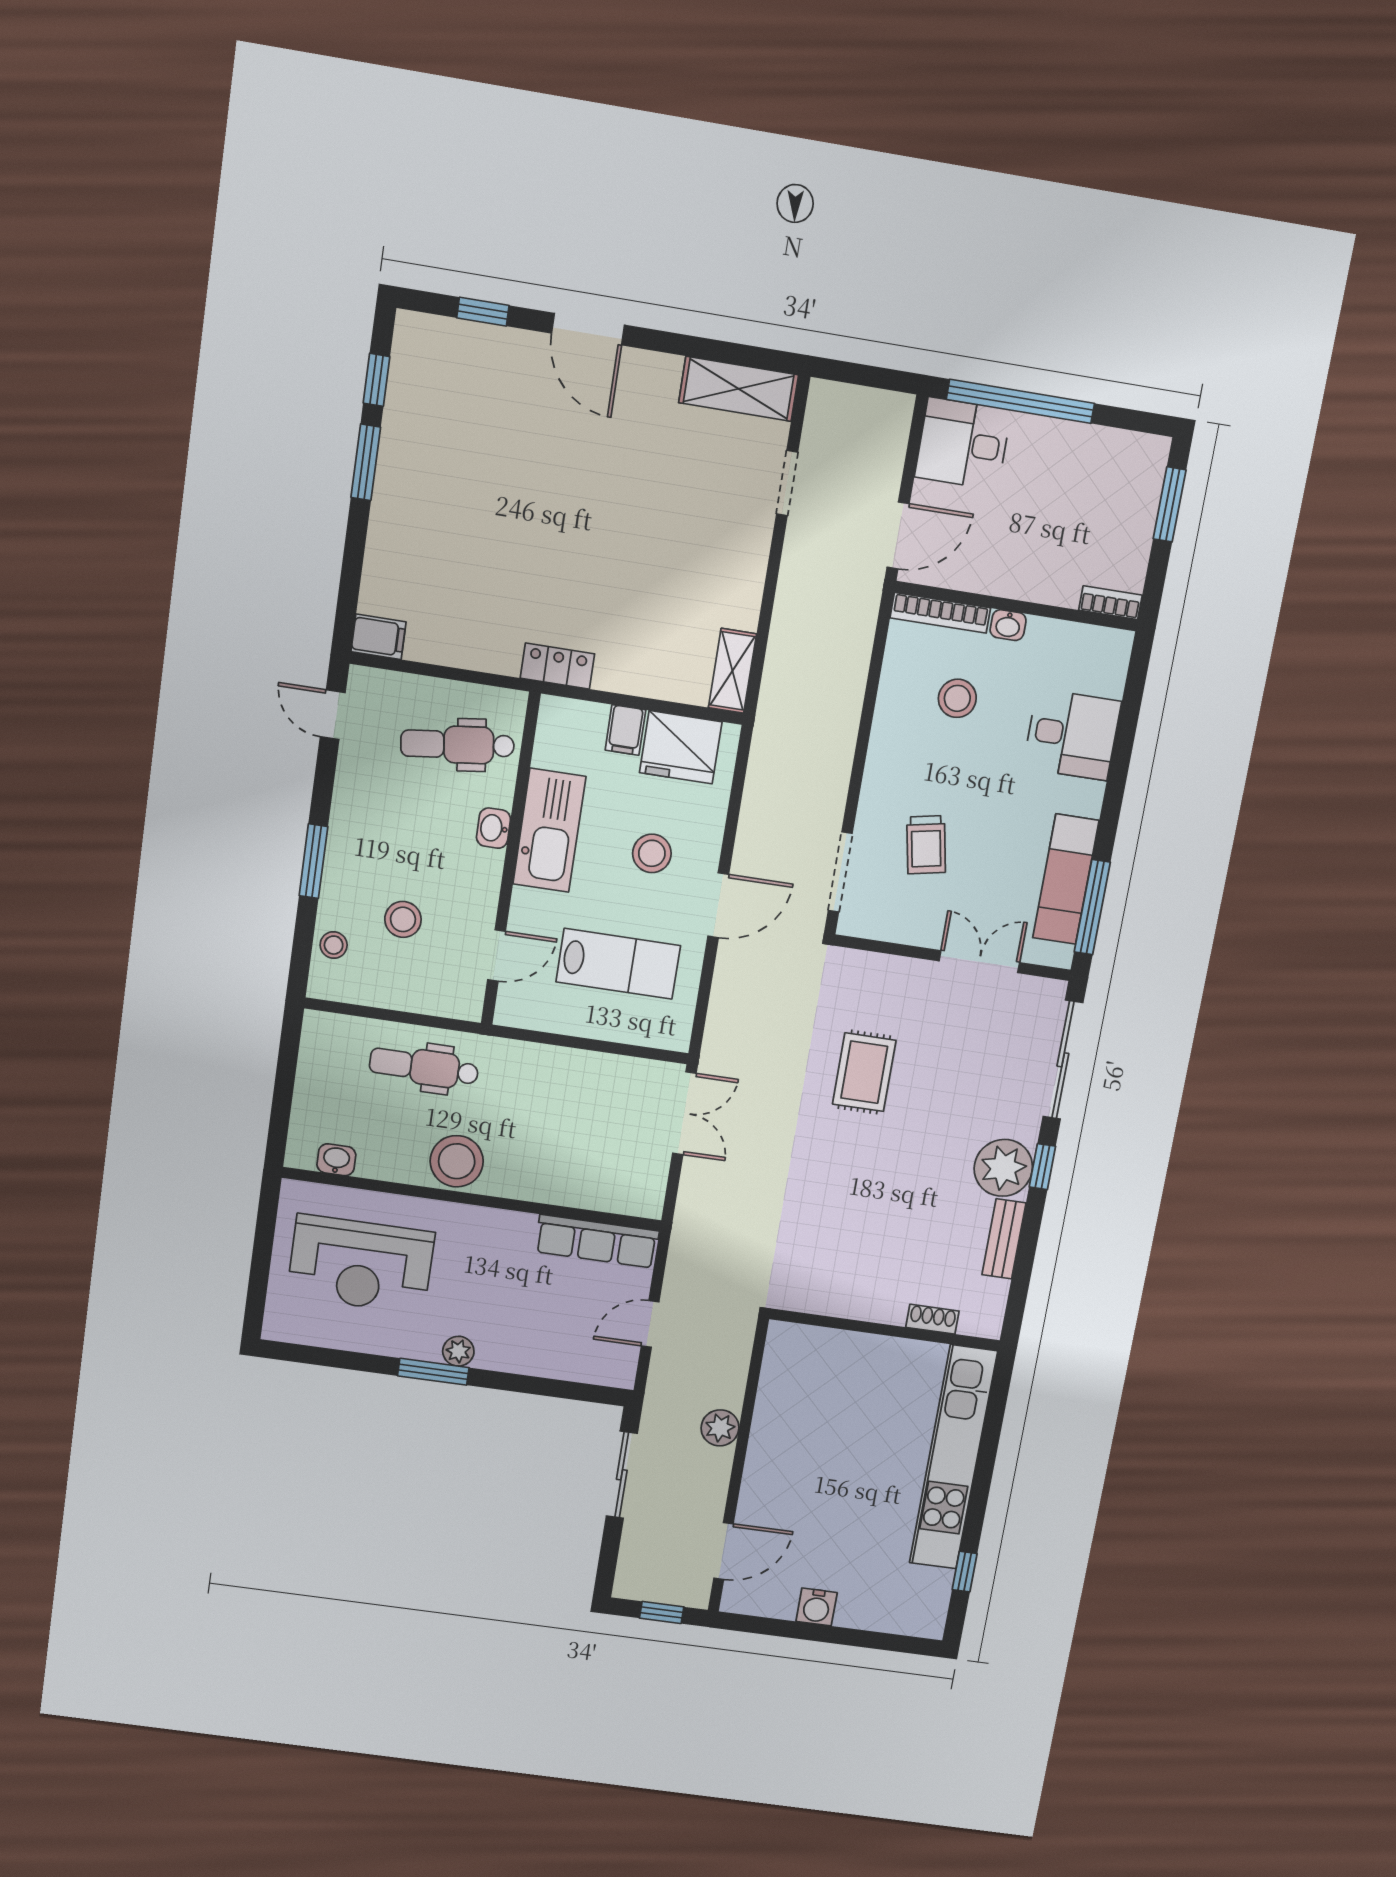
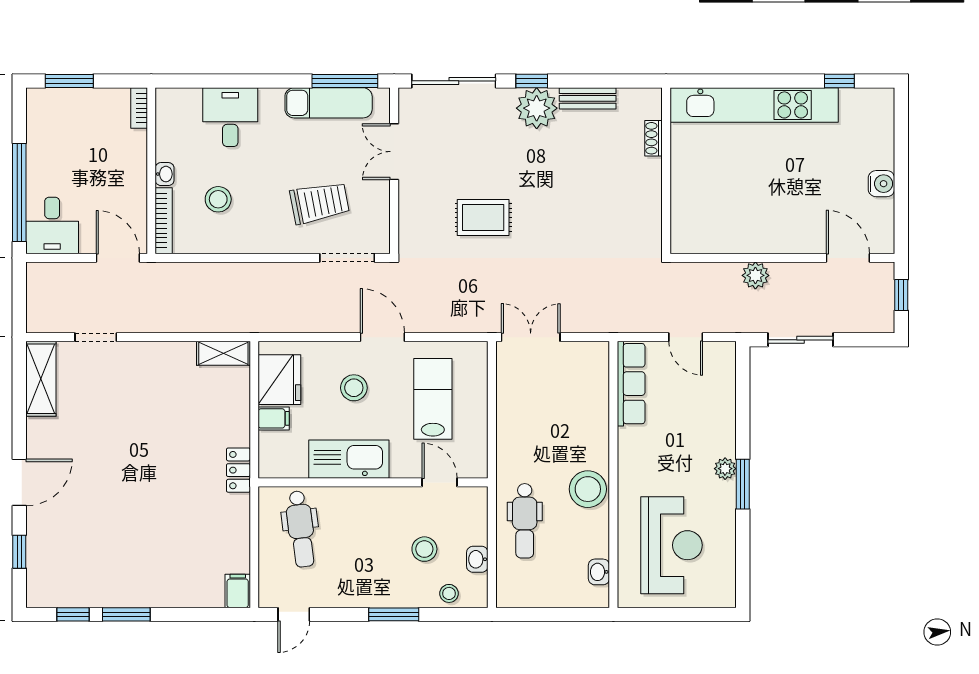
washbasin: (493, 828) -> (477, 559), moved, turned 90
trolley: (926, 845) -> (320, 203), width x1.36, depth x1.39

